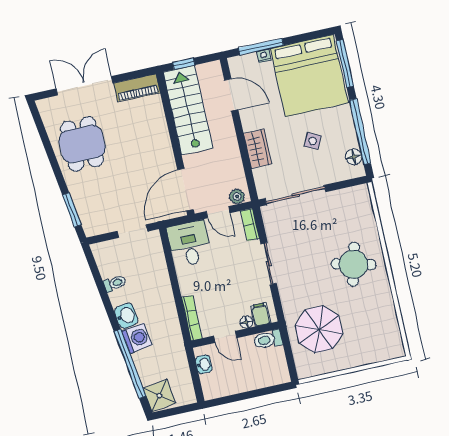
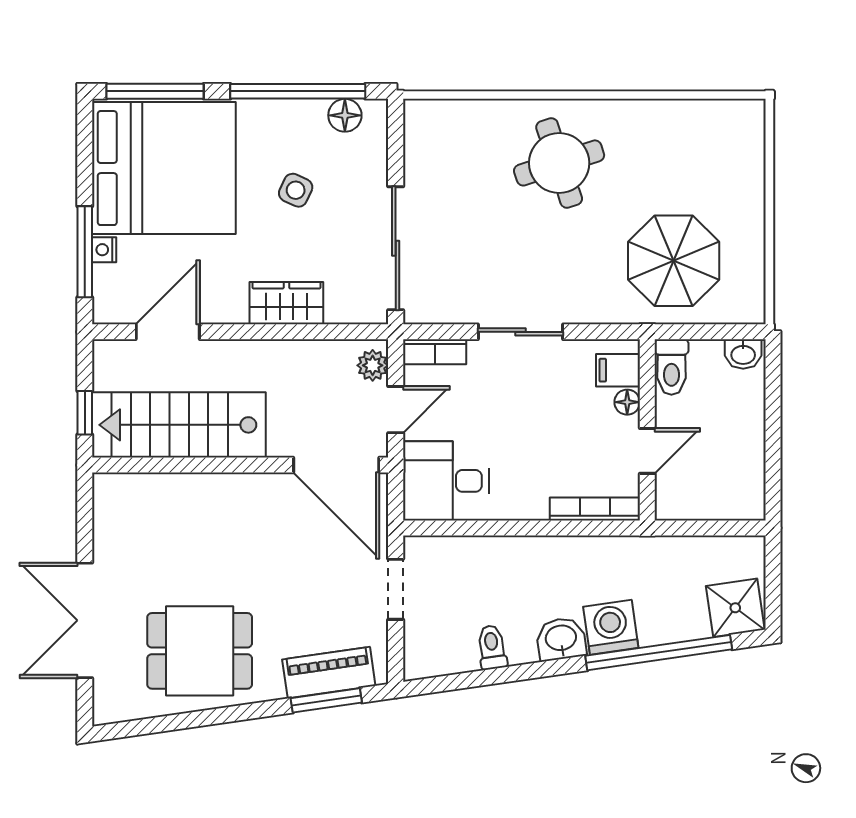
piano: (137, 88) -> (329, 673), moved, turned -98
round table: (354, 264) -> (559, 163), turned -32
washbasin: (204, 364) -> (743, 354), moved, turned 180

